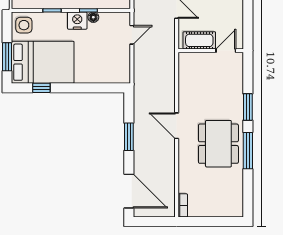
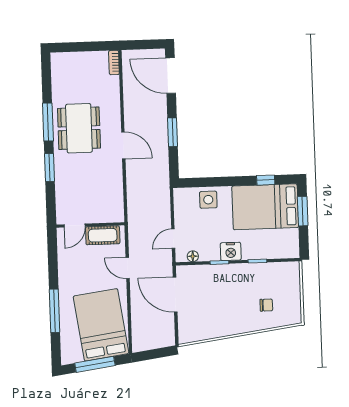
floor lamp: (93, 17) -> (193, 256), moved
side table: (24, 25) -> (208, 200), moved

